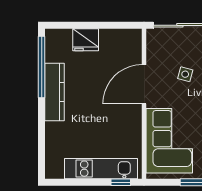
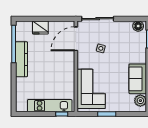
door: (144, 84) -> (76, 39), moved

